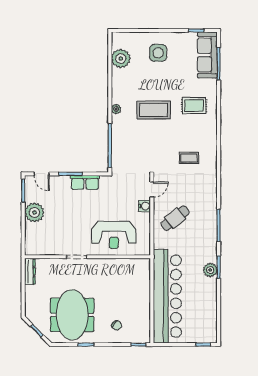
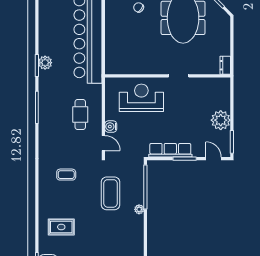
plant: (116, 109) -> (139, 209), moved
coffee table: (154, 110) -> (110, 193), moved, turned 90
row of seats: (85, 182) -> (170, 150), width x1.48
door: (152, 190) -> (103, 143), swing flipped
cafe table: (175, 218) -> (80, 115), turned -52
dresser: (30, 271) -> (225, 65), width x0.70

